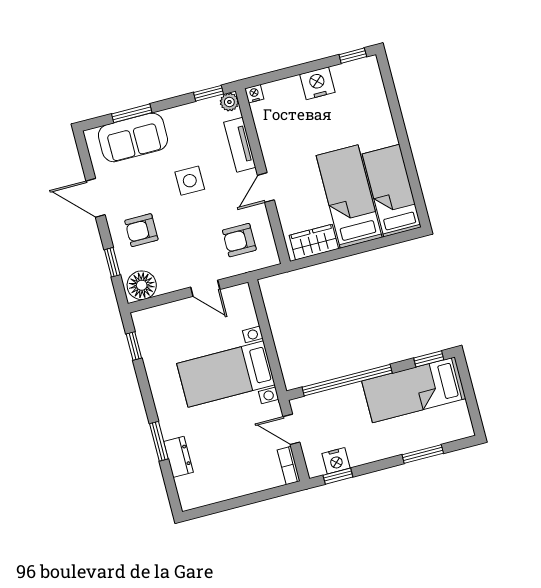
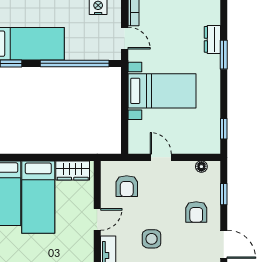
armchair: (141, 230) -> (196, 212), turned 90
armchair: (239, 240) -> (127, 186), turned 90
floor lamp: (142, 285) -> (201, 167), width x0.53, depth x0.53

